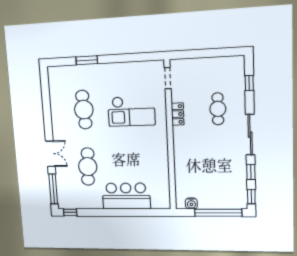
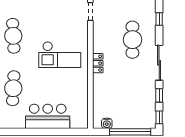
cafe table: (218, 109) -> (132, 40), width x1.37, depth x1.35
checkout: (131, 111) -> (60, 55), moved
locker: (178, 114) -> (98, 63), moved

